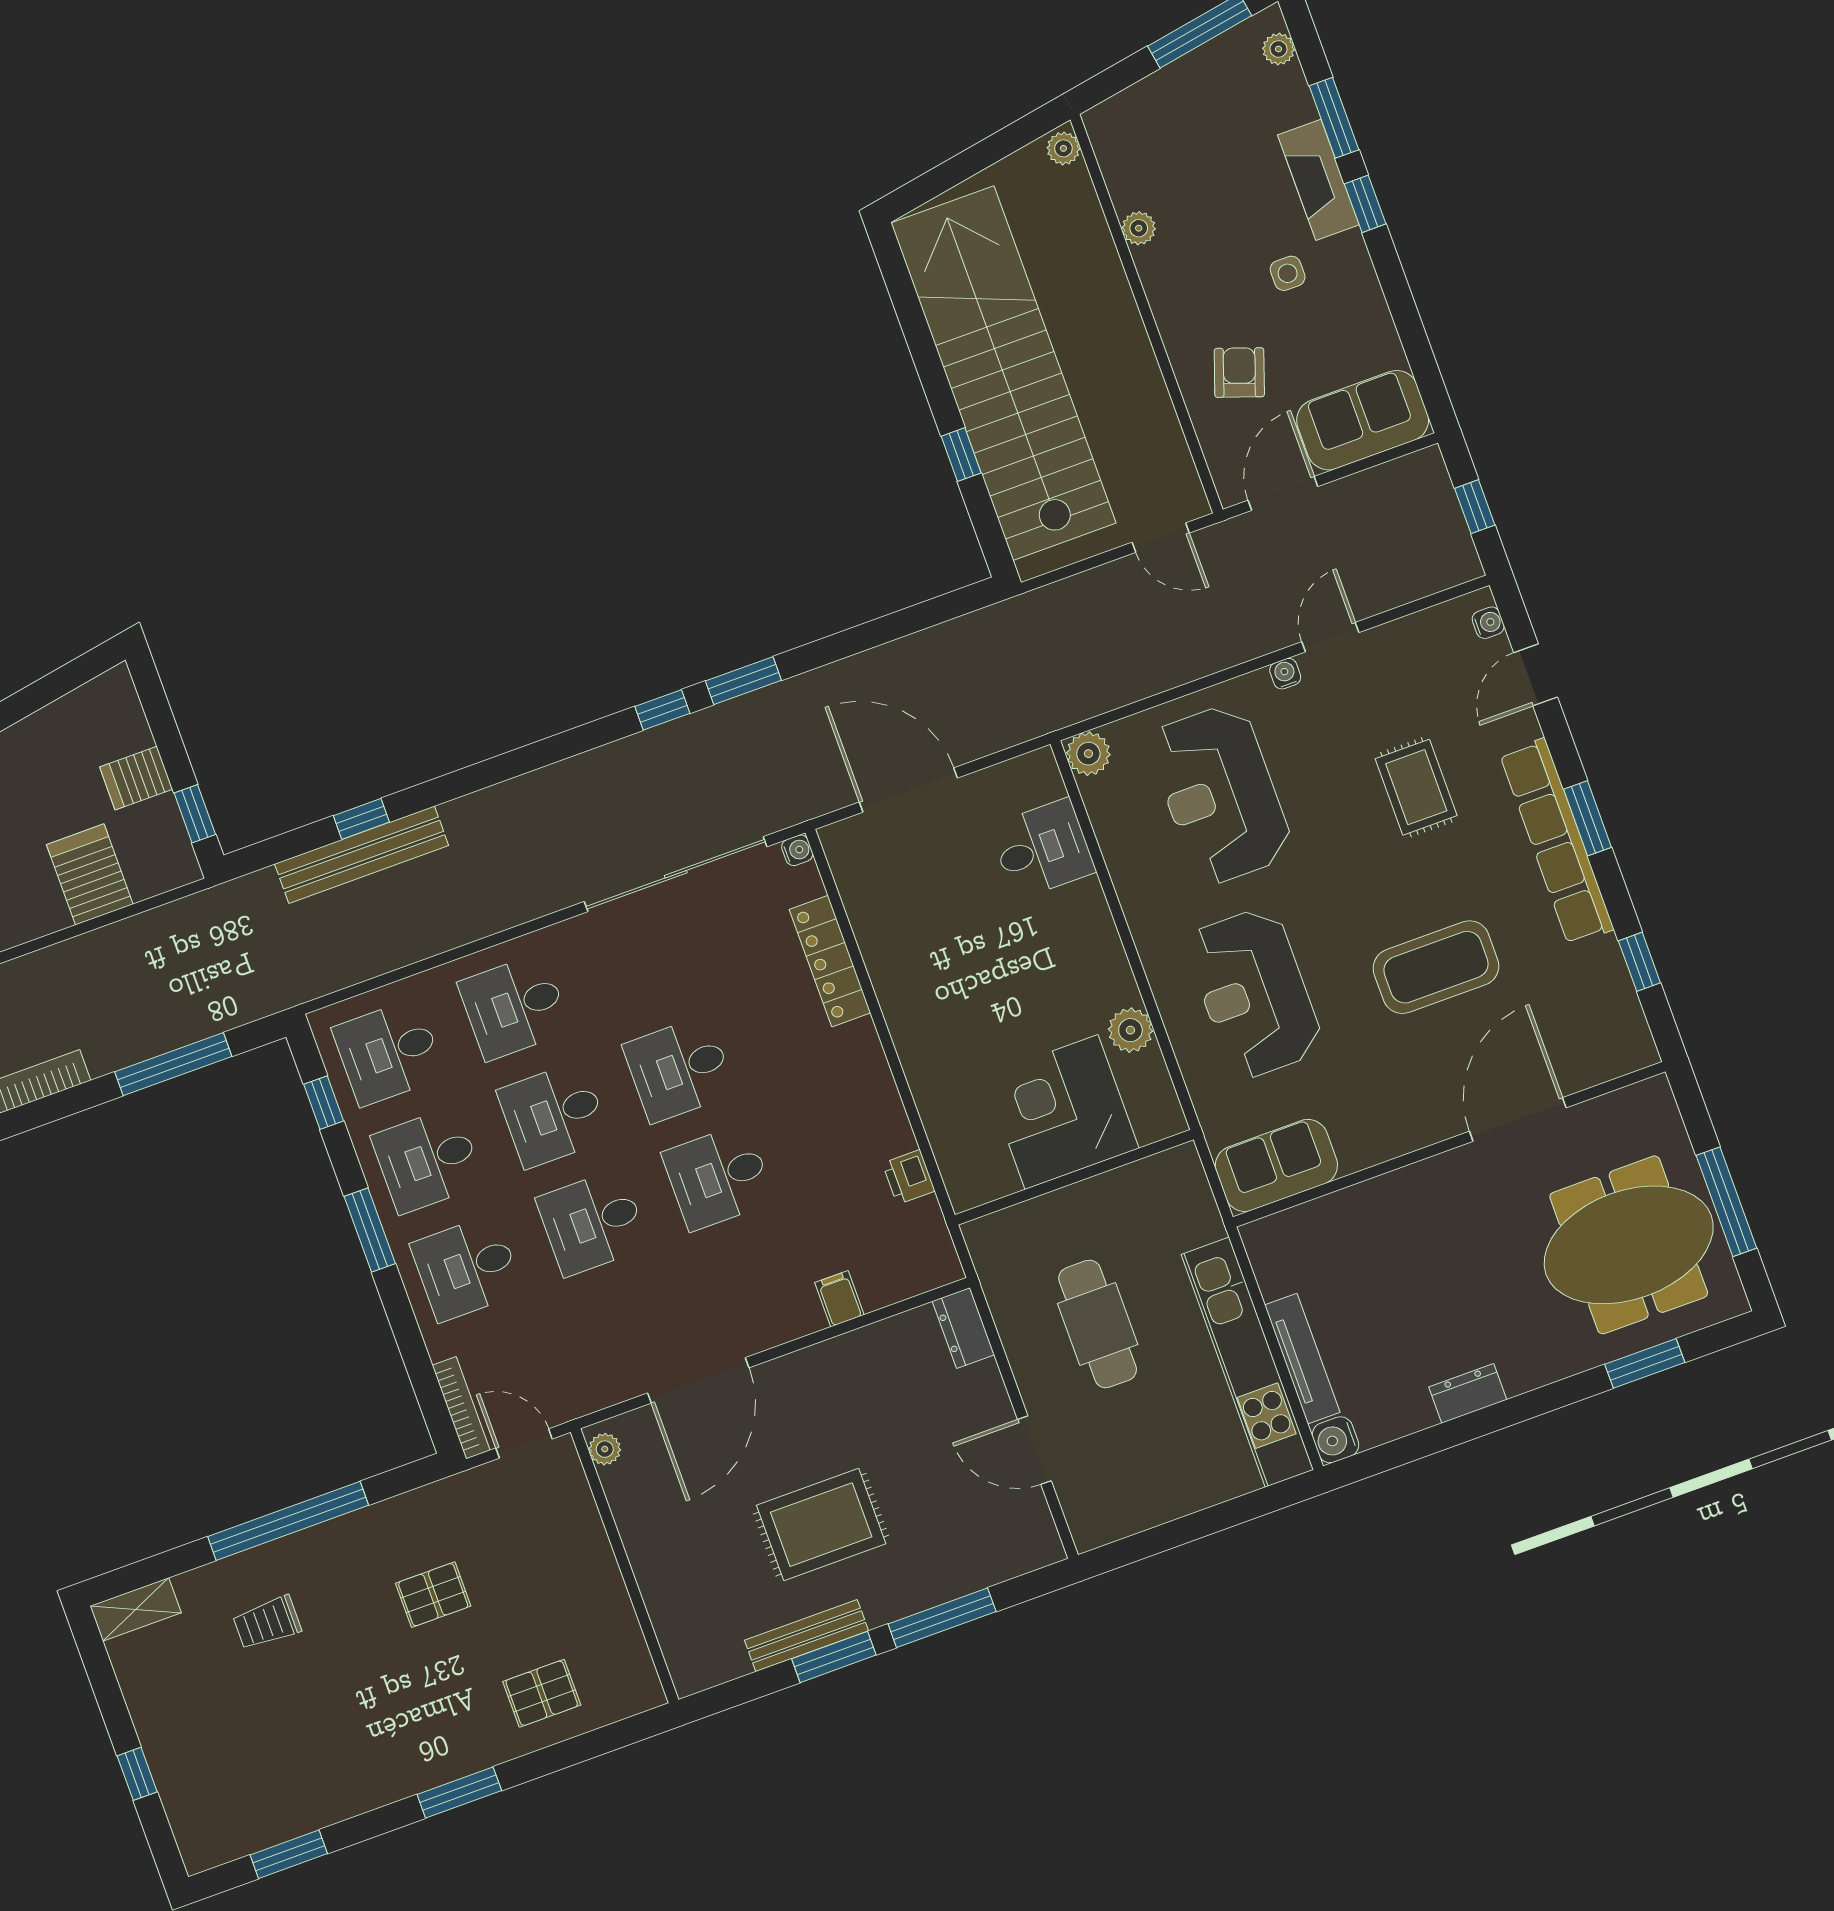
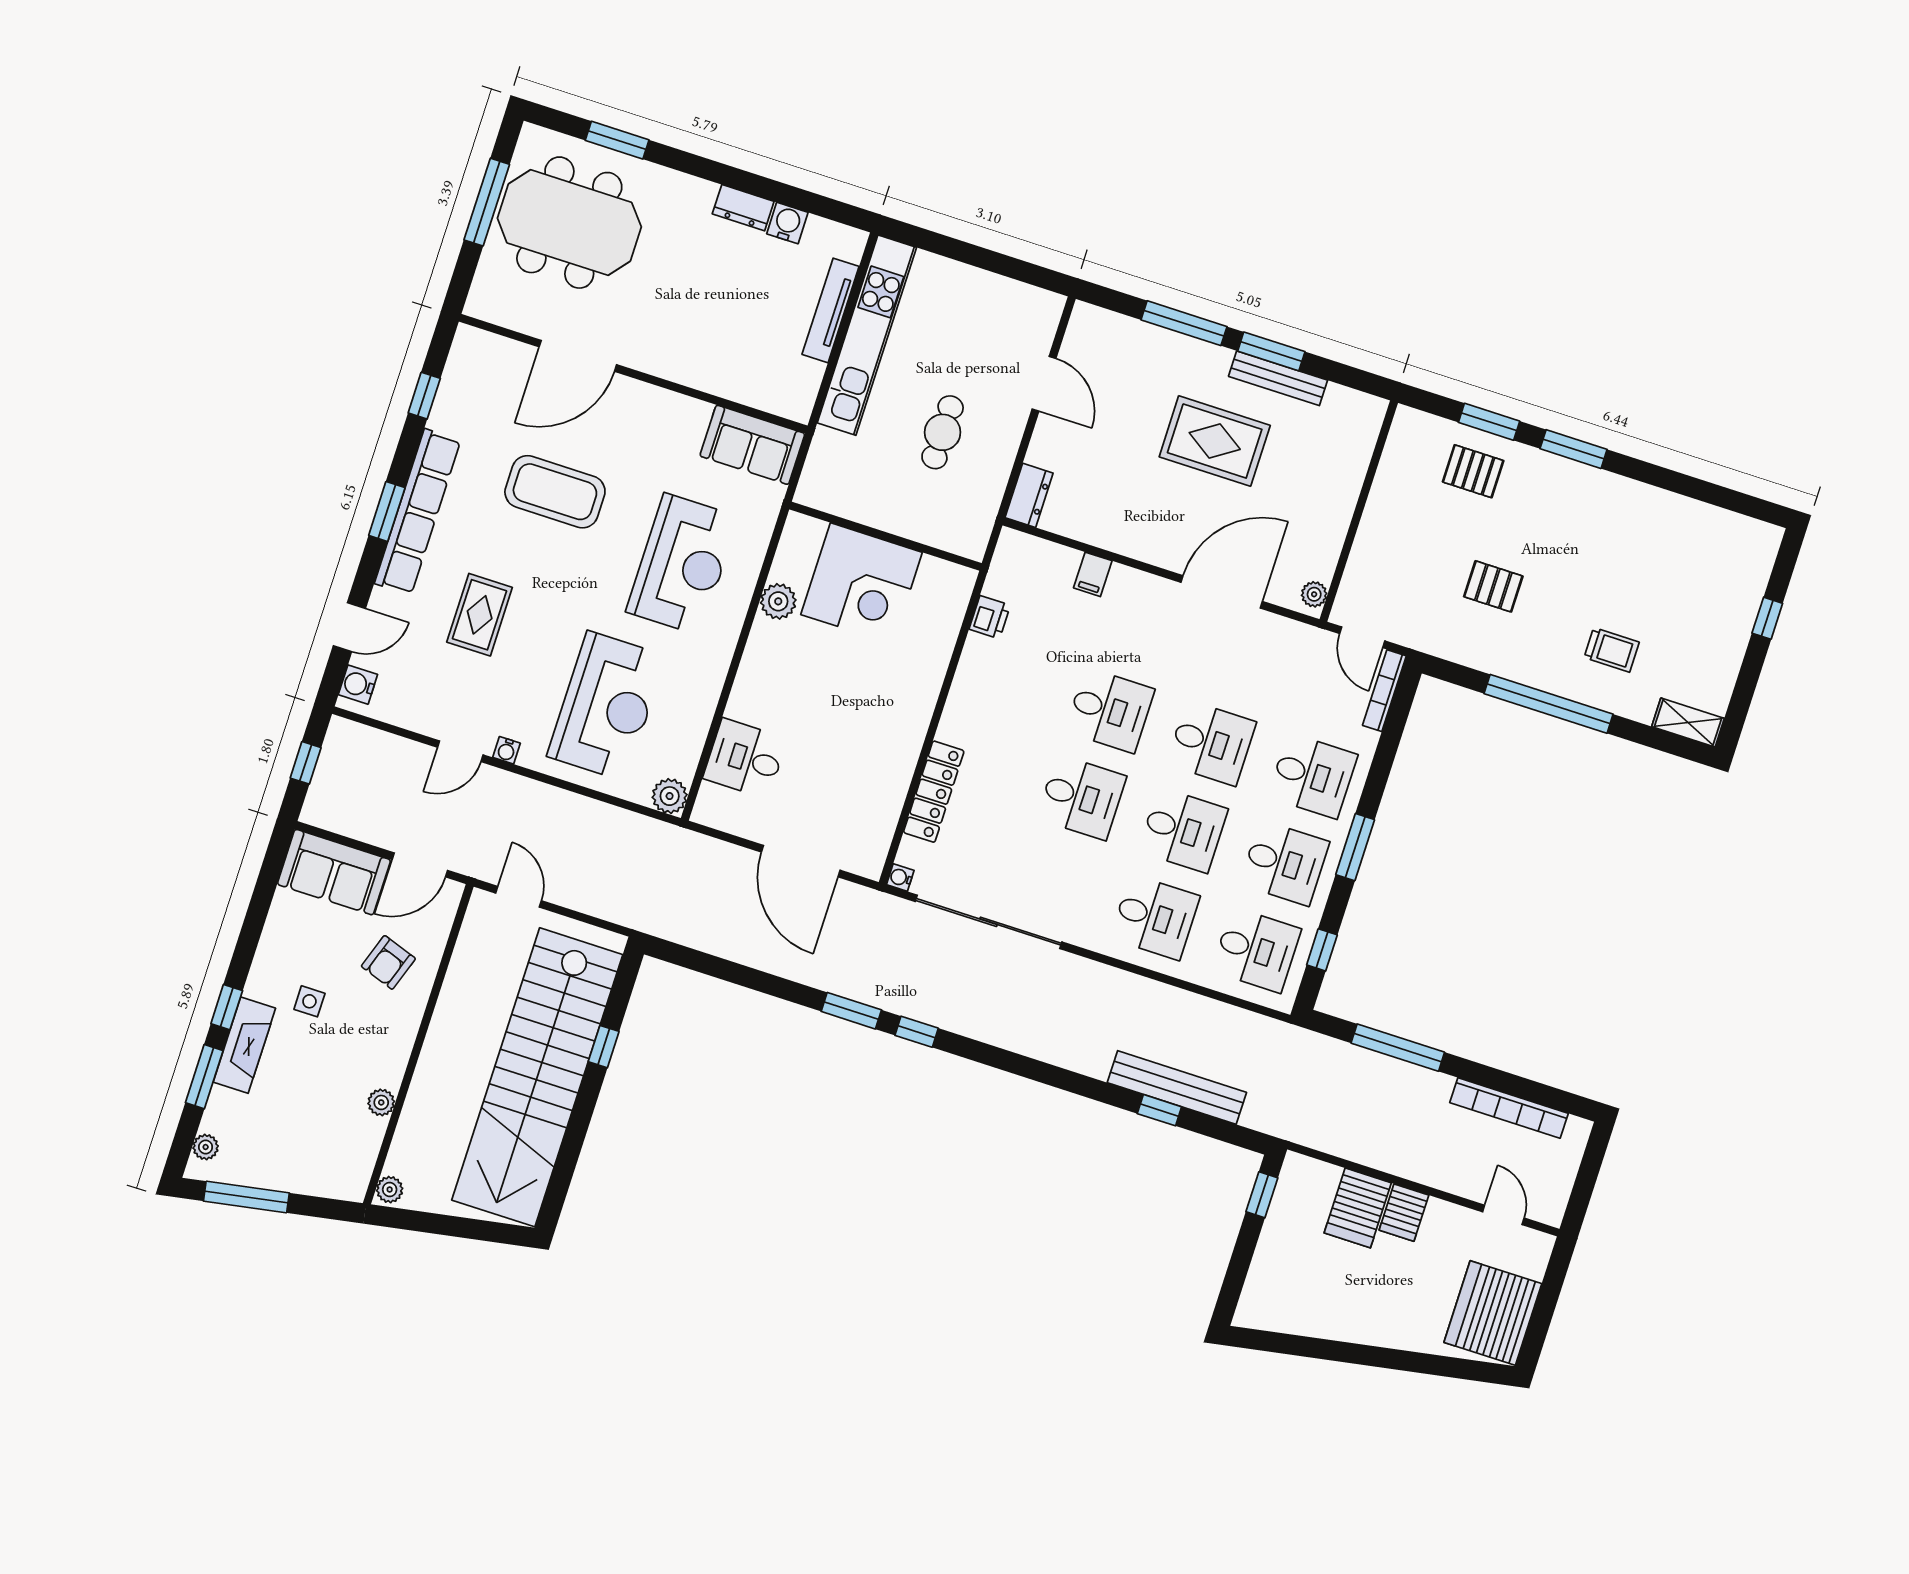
water cooler: (1488, 623) -> (358, 685), width x1.38, depth x1.38
server rack: (136, 778) -> (1404, 1213), moved, turned 90
cafe table: (1098, 1324) -> (943, 432), width x0.73, depth x0.74
water cooler: (1335, 1440) -> (787, 223), moved, turned -90
window: (289, 1854) -> (1489, 422), moved

